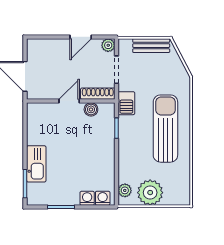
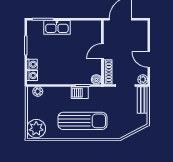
bench: (151, 46) -> (143, 100), moved
door: (69, 101) -> (102, 51), swing flipped
barbecue: (126, 103) -> (80, 93), moved
boiler: (91, 109) -> (96, 79), moved
plant: (150, 193) -> (36, 129), moved

